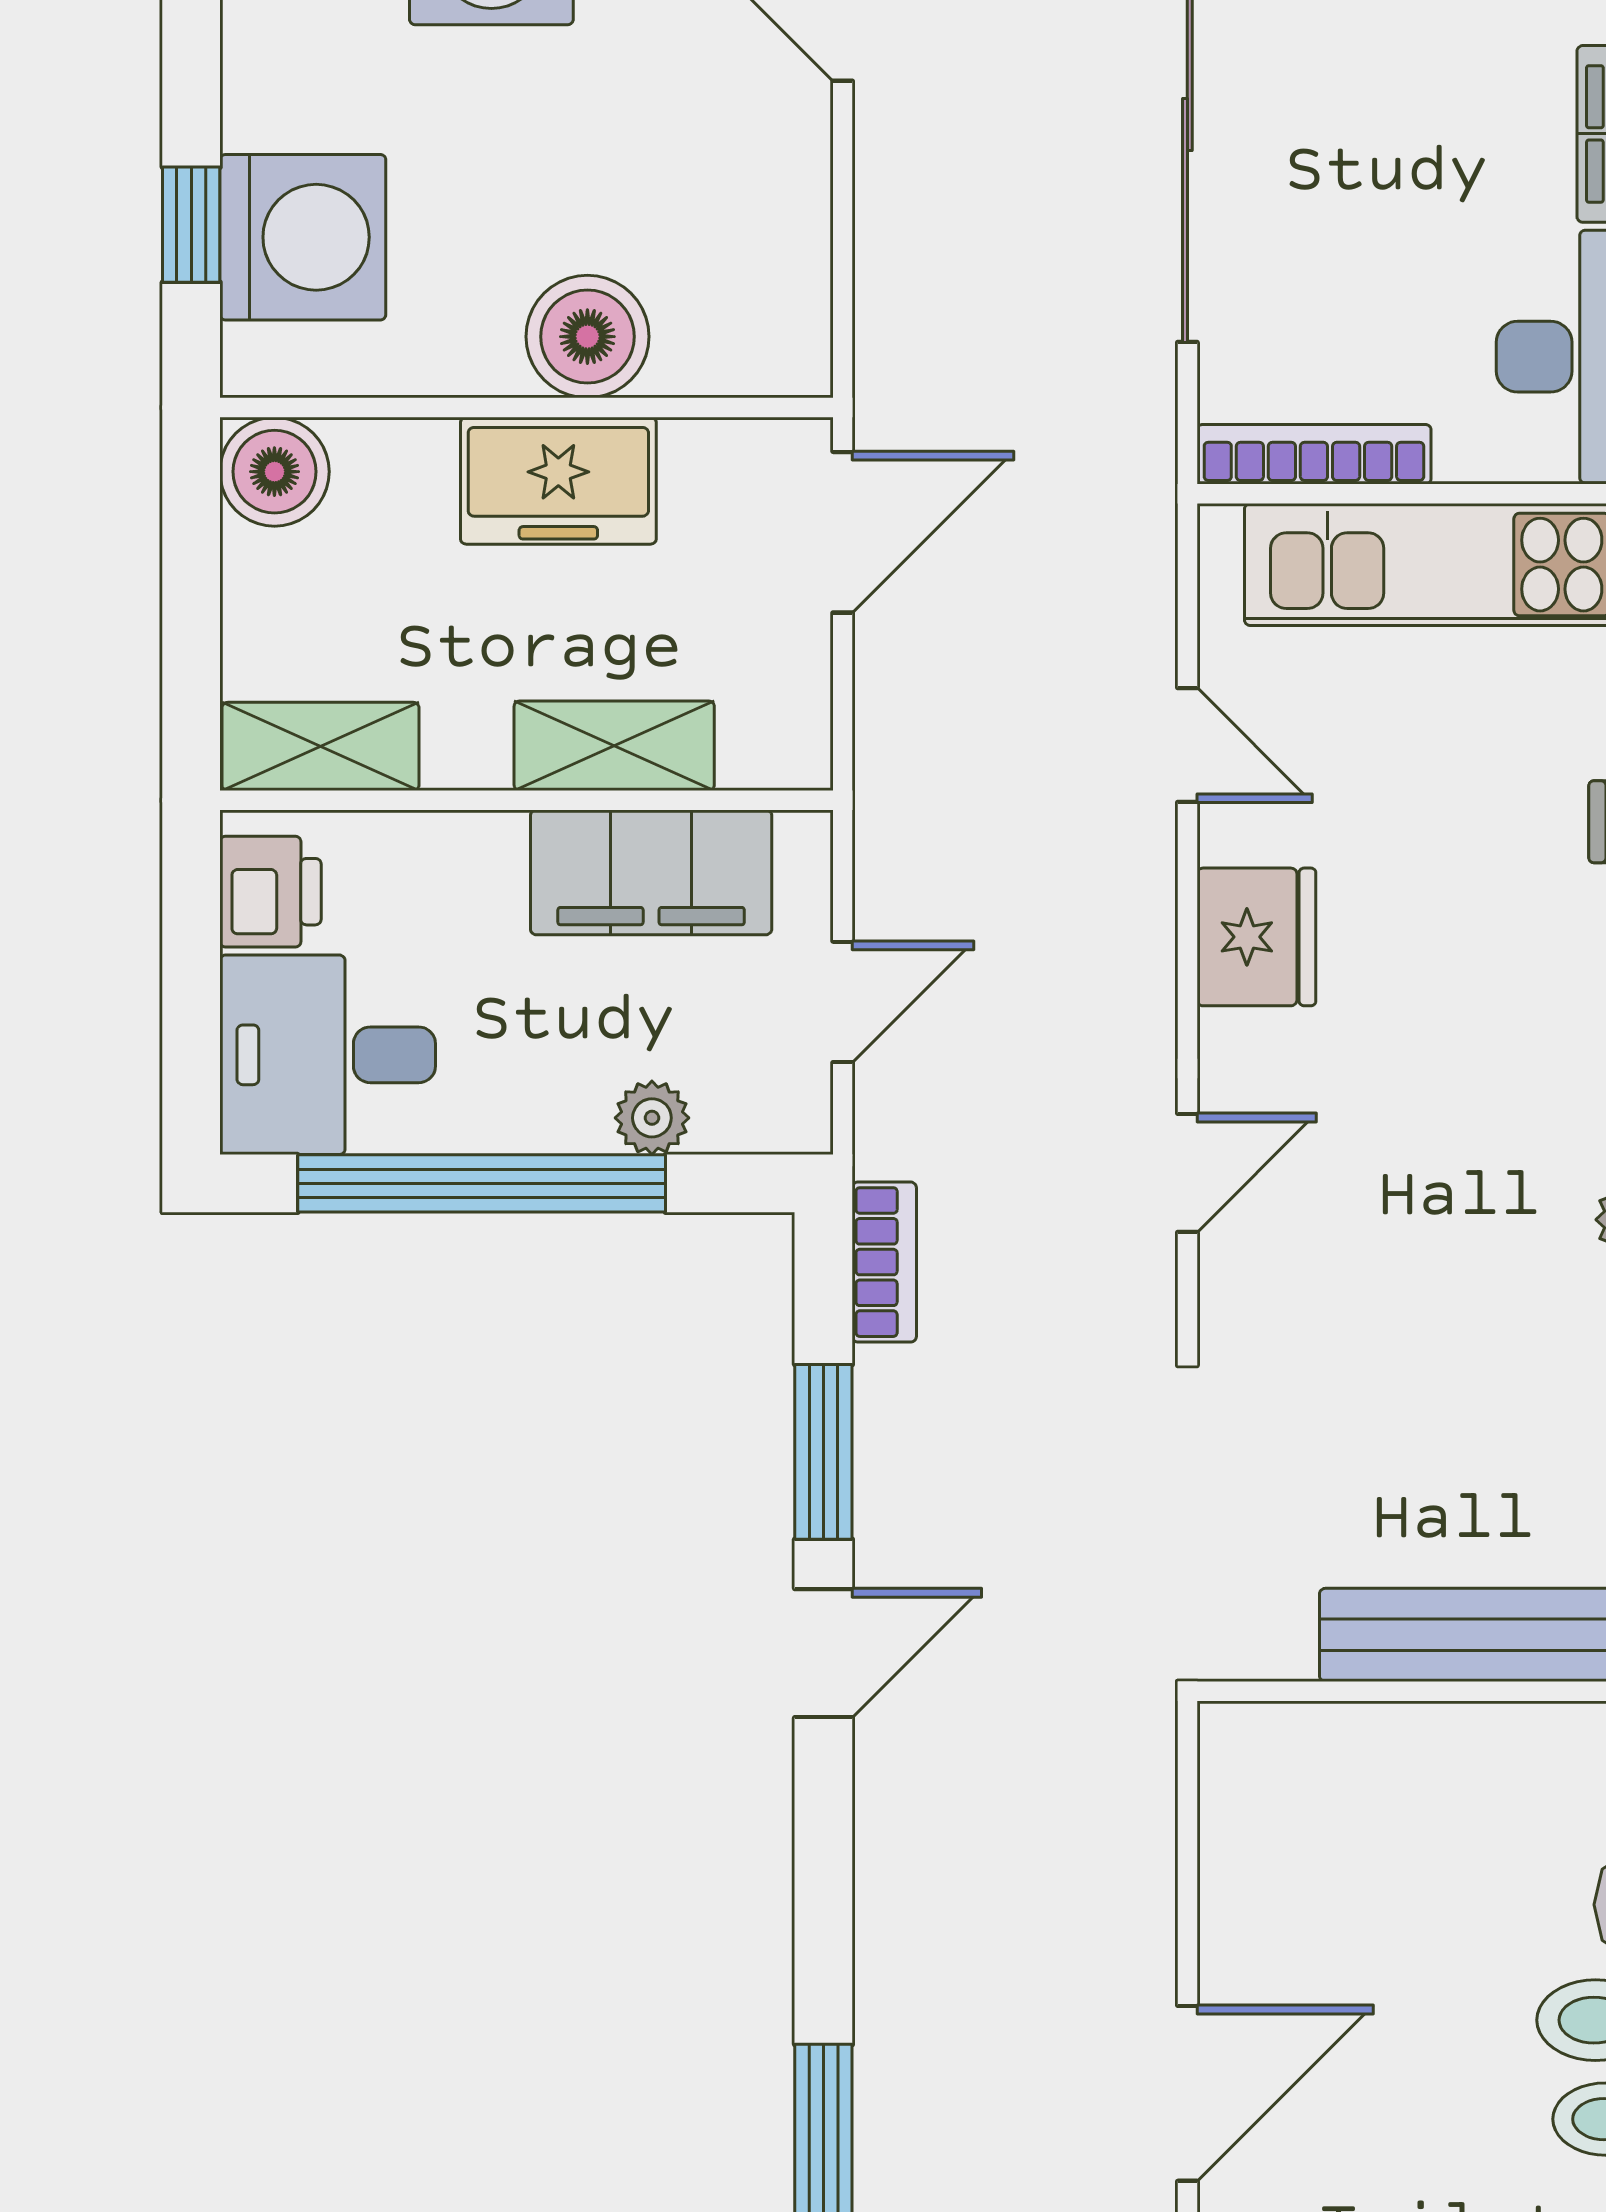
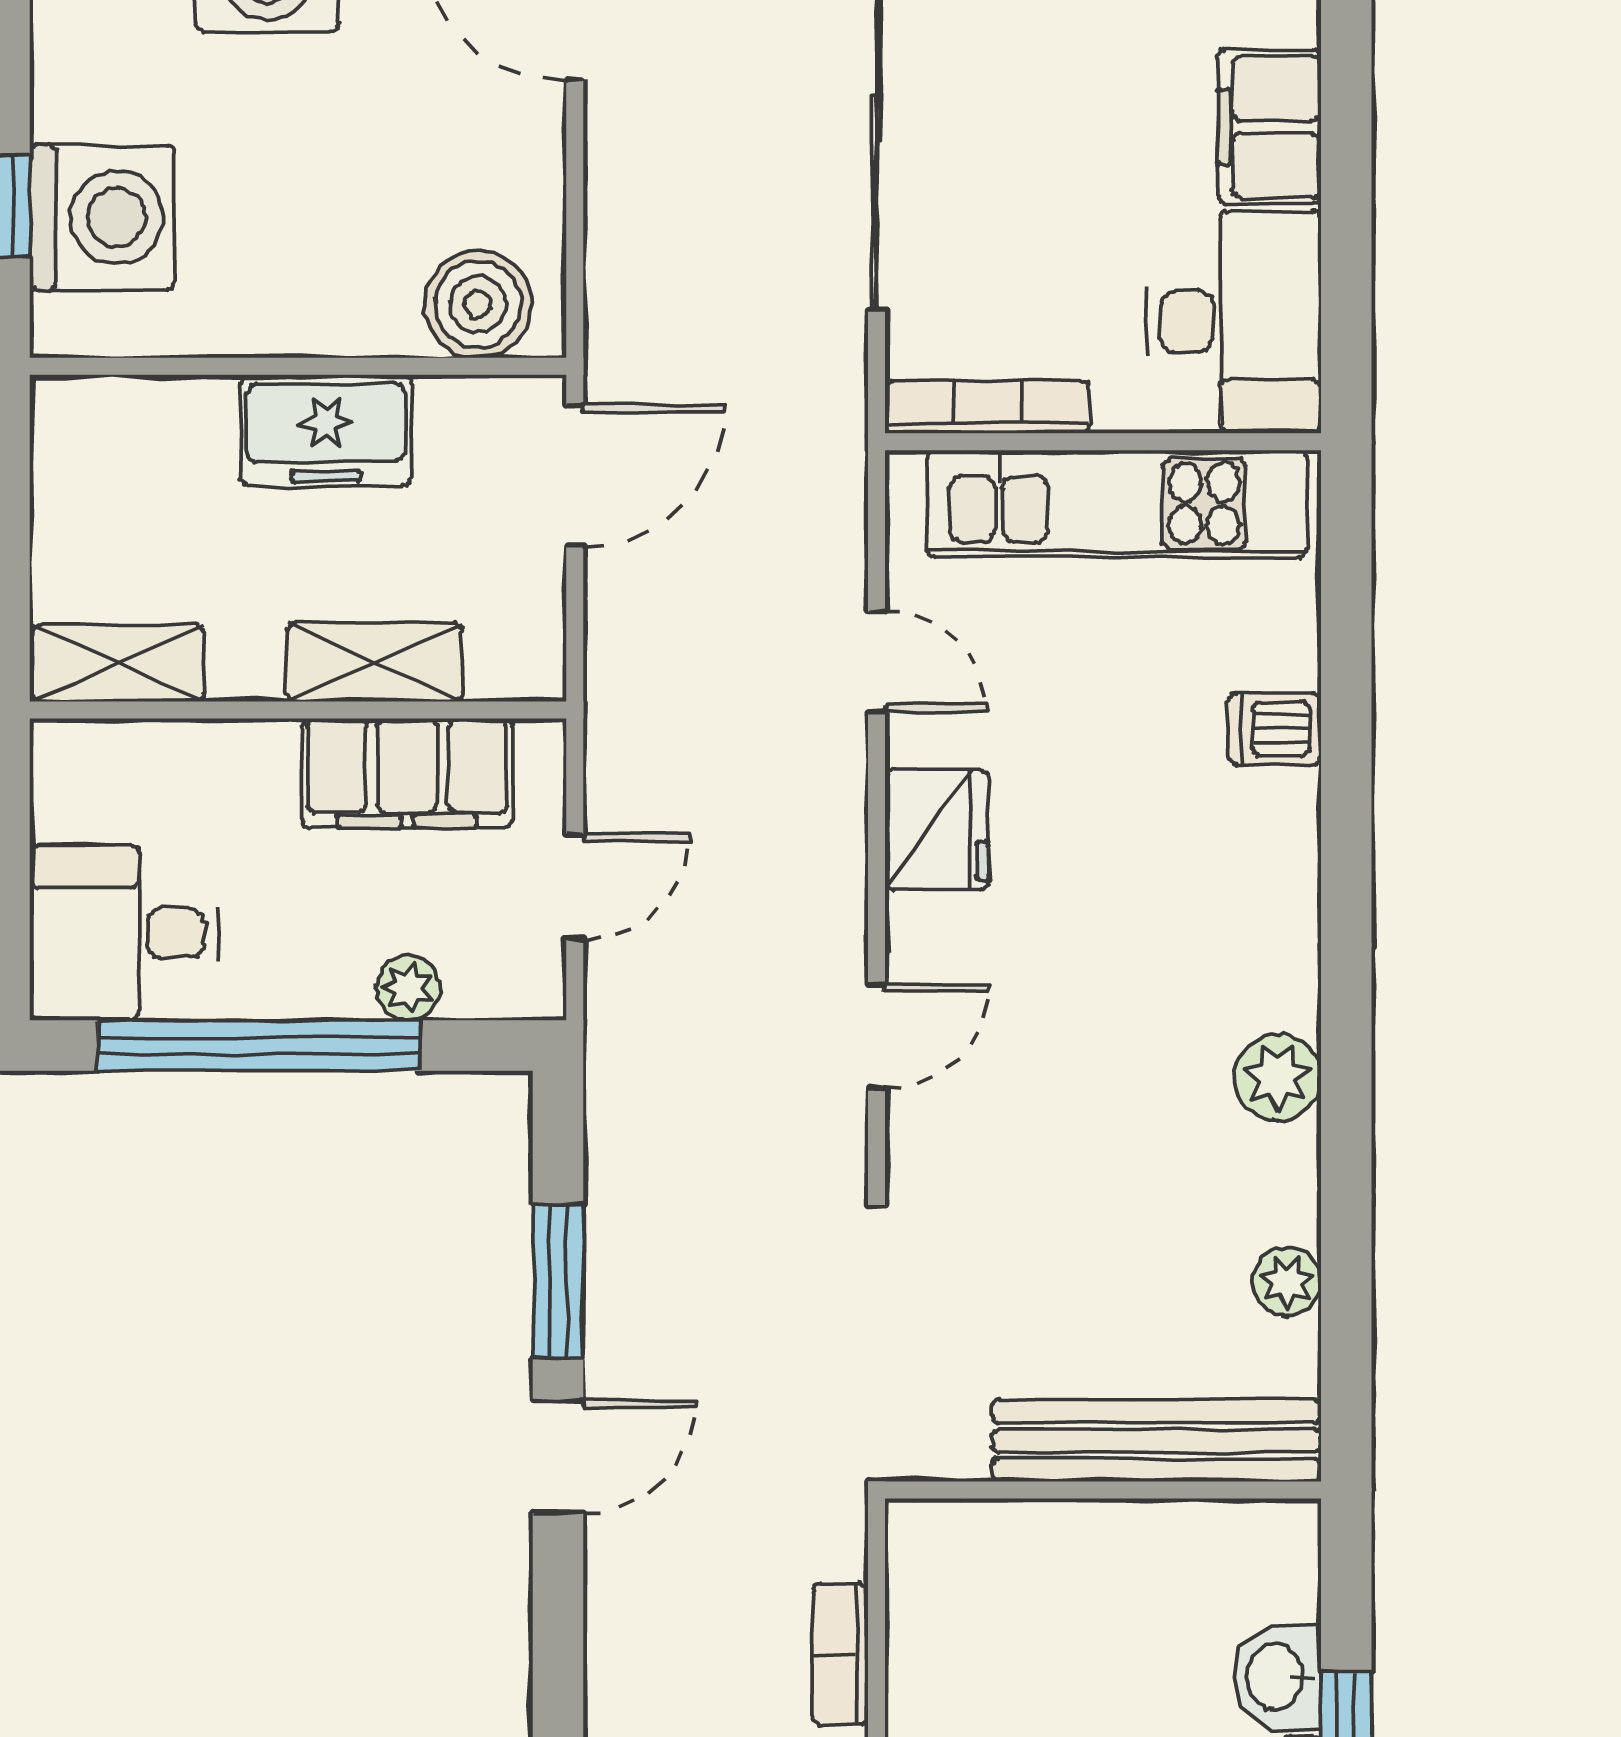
boiler: (587, 337) -> (478, 304), moved
boiler: (274, 472) -> (78, 422), removed
printer: (270, 892) -> (74, 790), removed
bookcase: (884, 1262) -> (840, 1654), moved, turned 180

